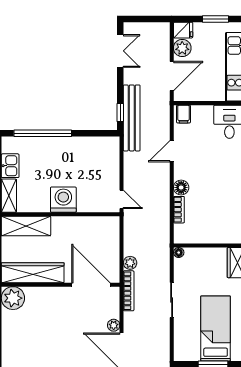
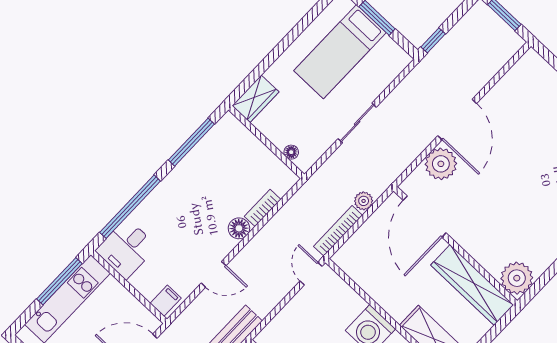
floor lamp: (179, 253) -> (291, 152), moved
bookcase: (129, 291) -> (338, 231), moved
plant: (114, 325) -> (441, 164), width x1.87, depth x1.87

